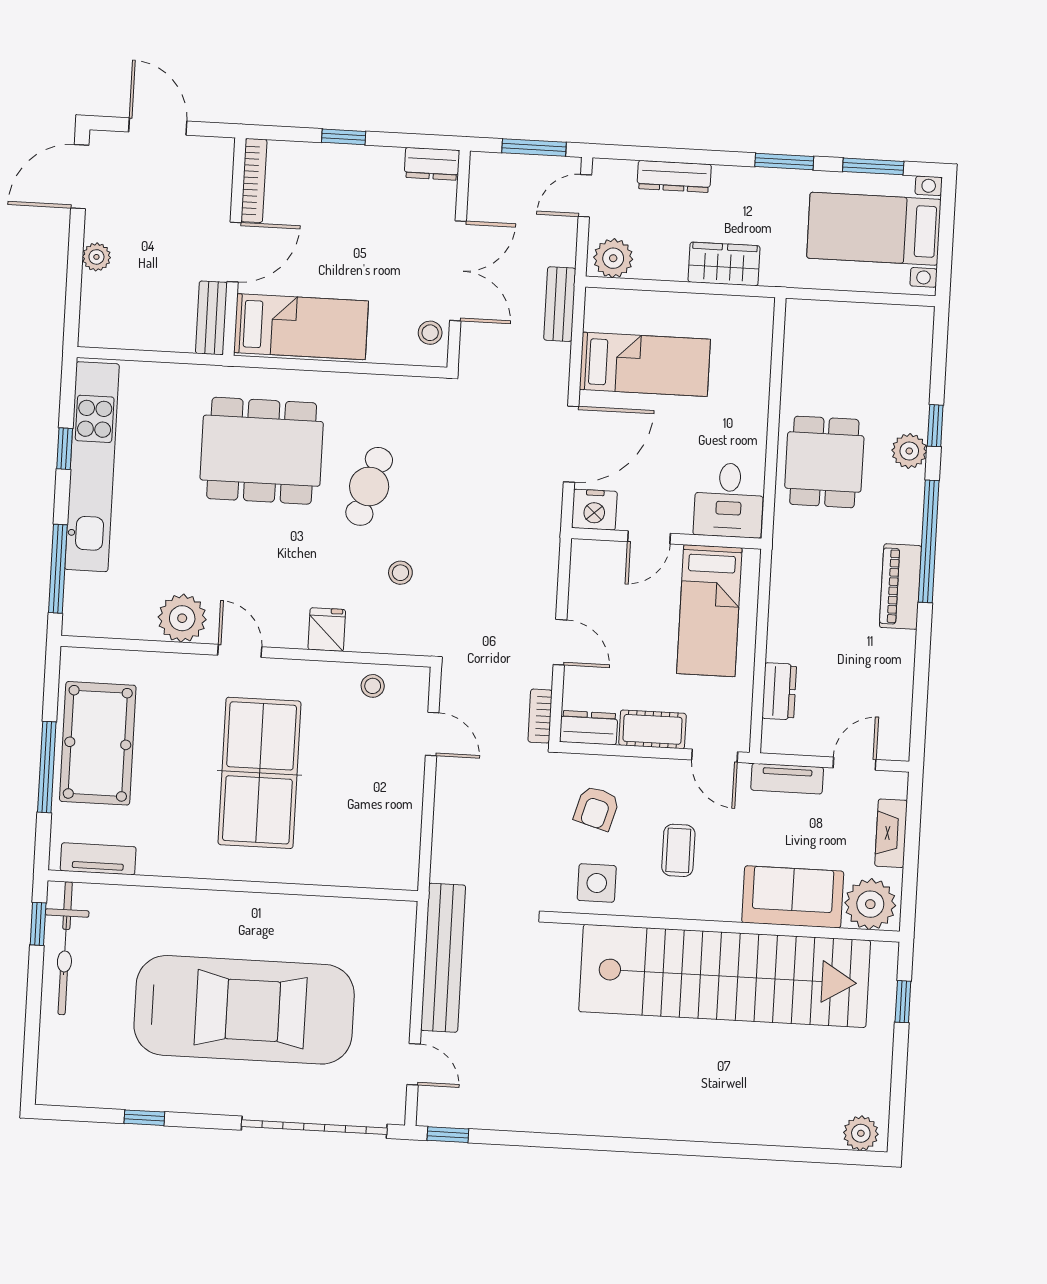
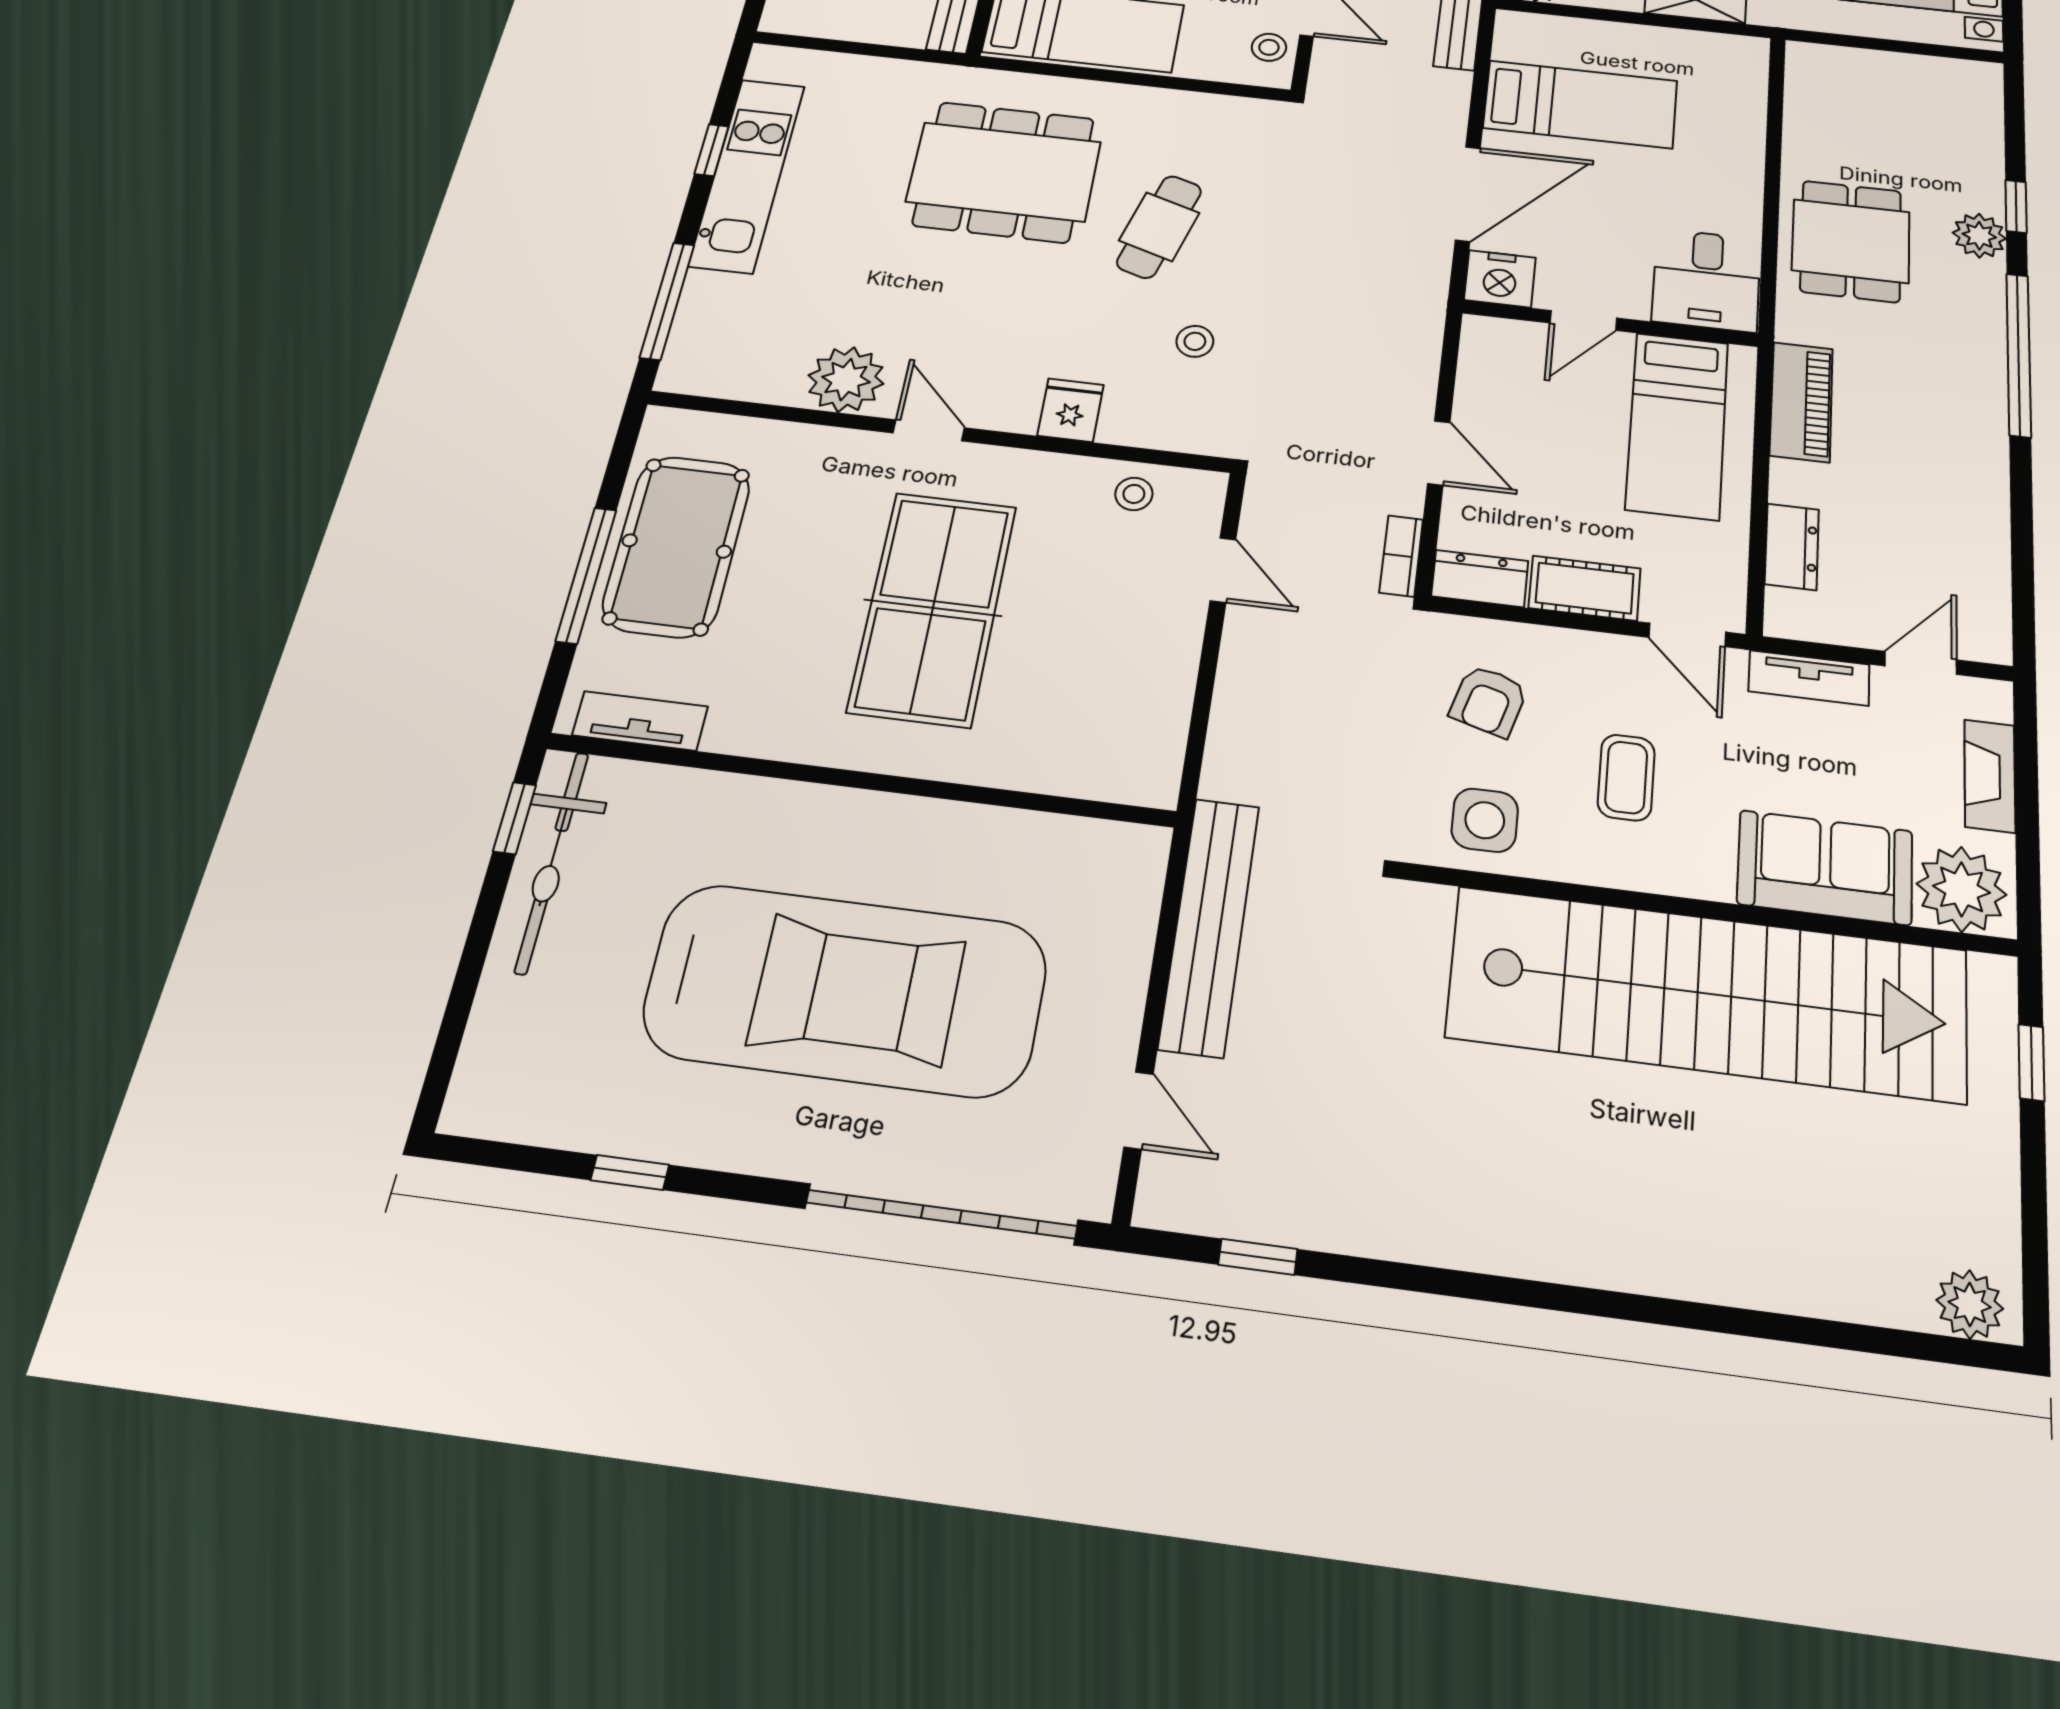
kitchen unit: (92, 467) -> (747, 175), width x0.73
piano: (900, 587) -> (1801, 402), moved, turned 180
window: (448, 1135) -> (1258, 1257), moved

